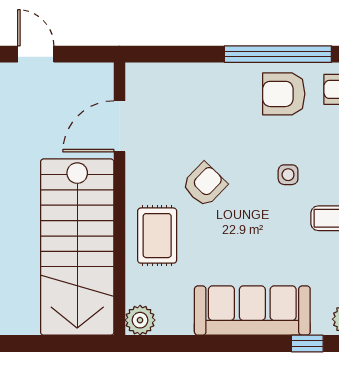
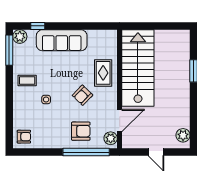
window: (278, 54) -> (86, 152), moved
armchair: (284, 94) -> (81, 131), moved
plant: (140, 320) -> (111, 138), moved

